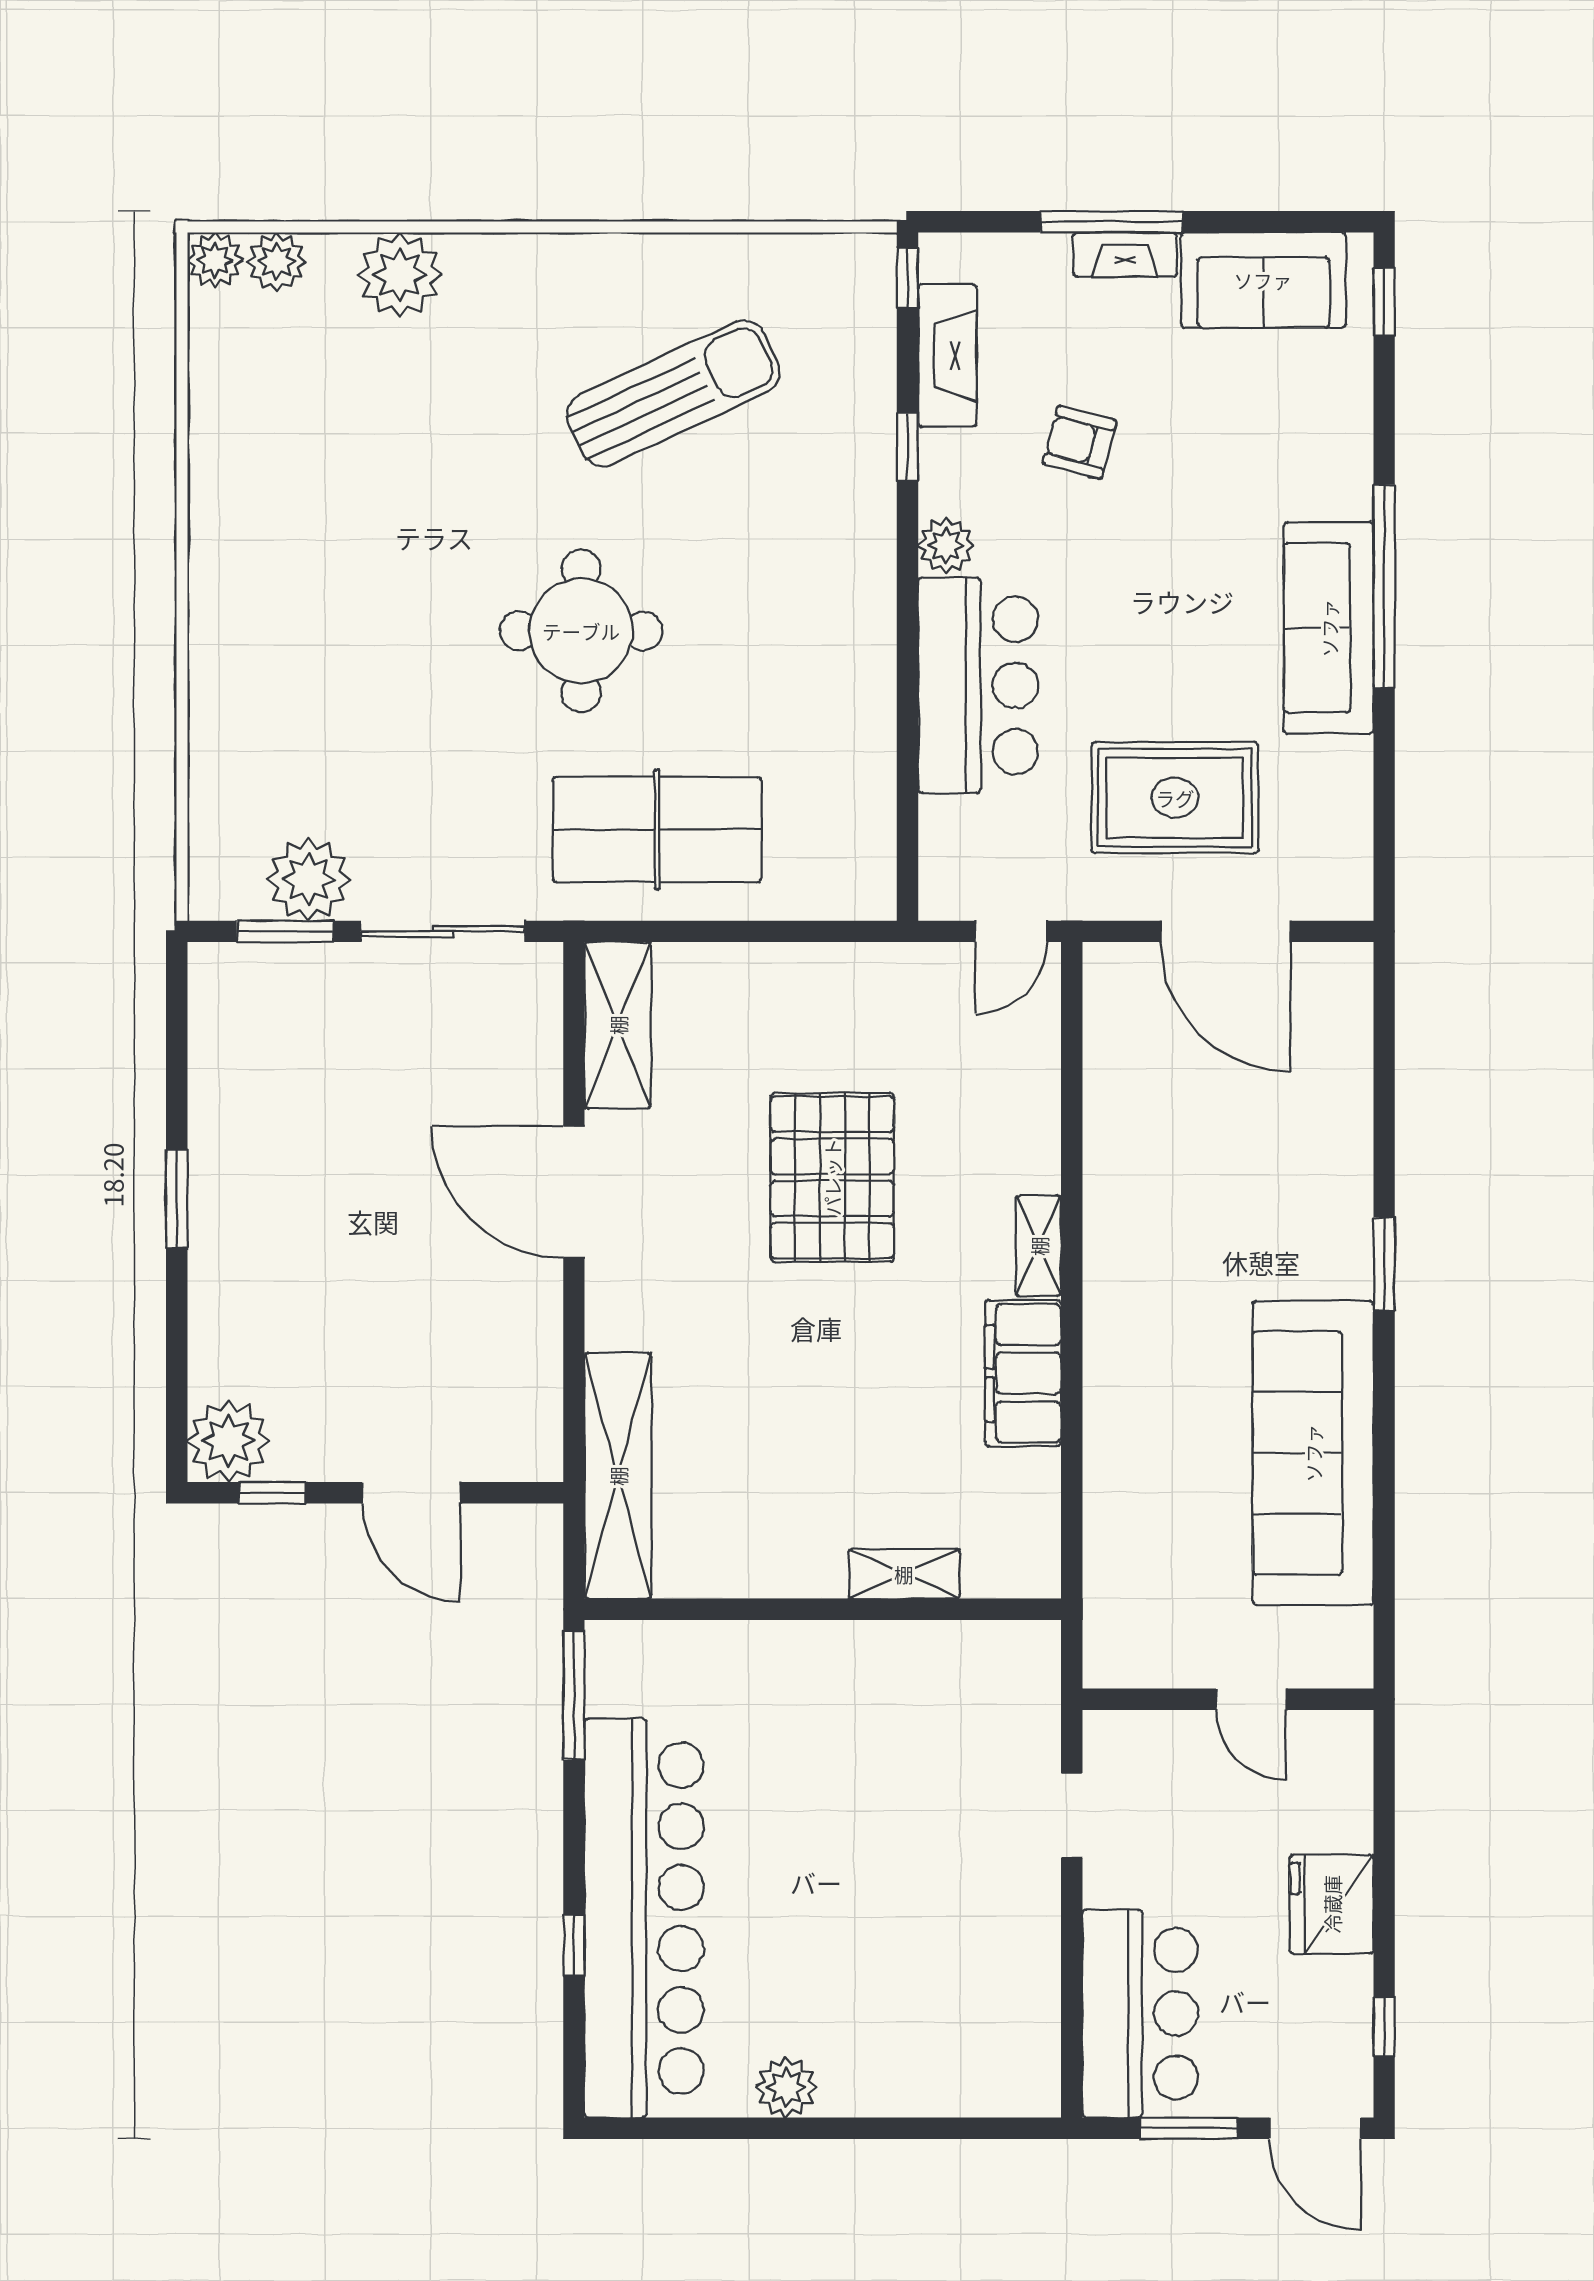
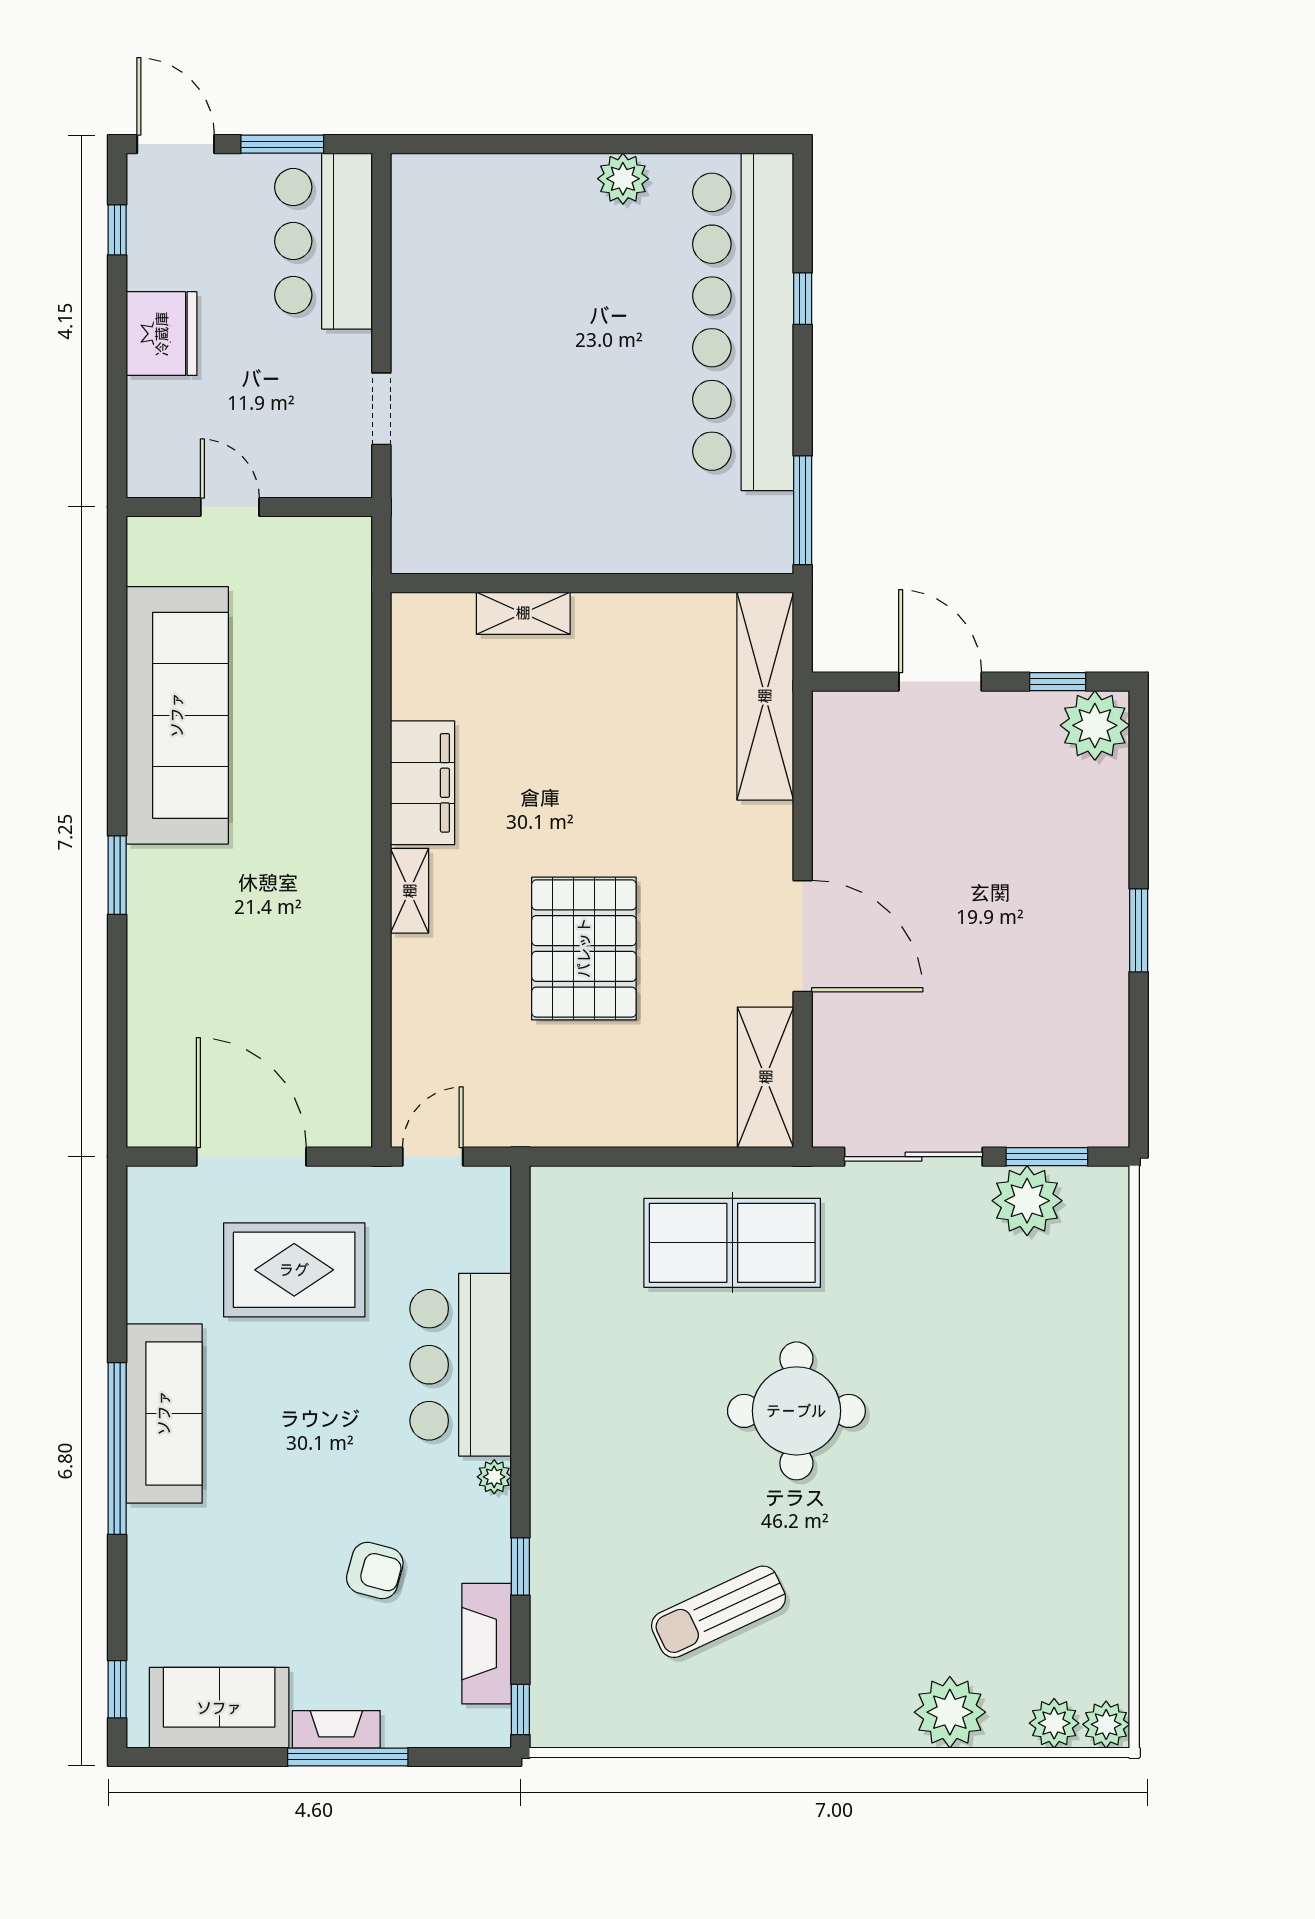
sun lounger: (673, 393) -> (718, 1612), width x0.73, depth x0.75
plant: (946, 545) -> (494, 1477), width x0.73, depth x0.73

